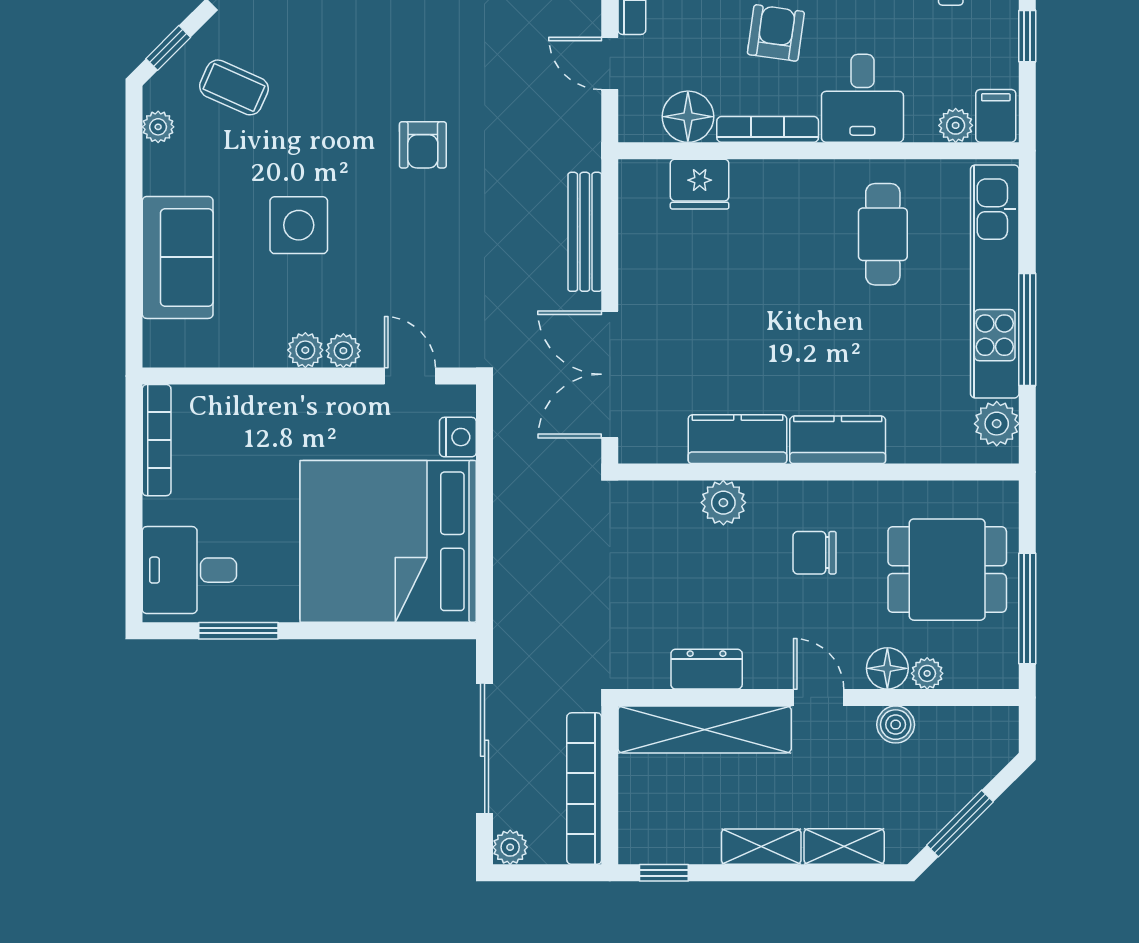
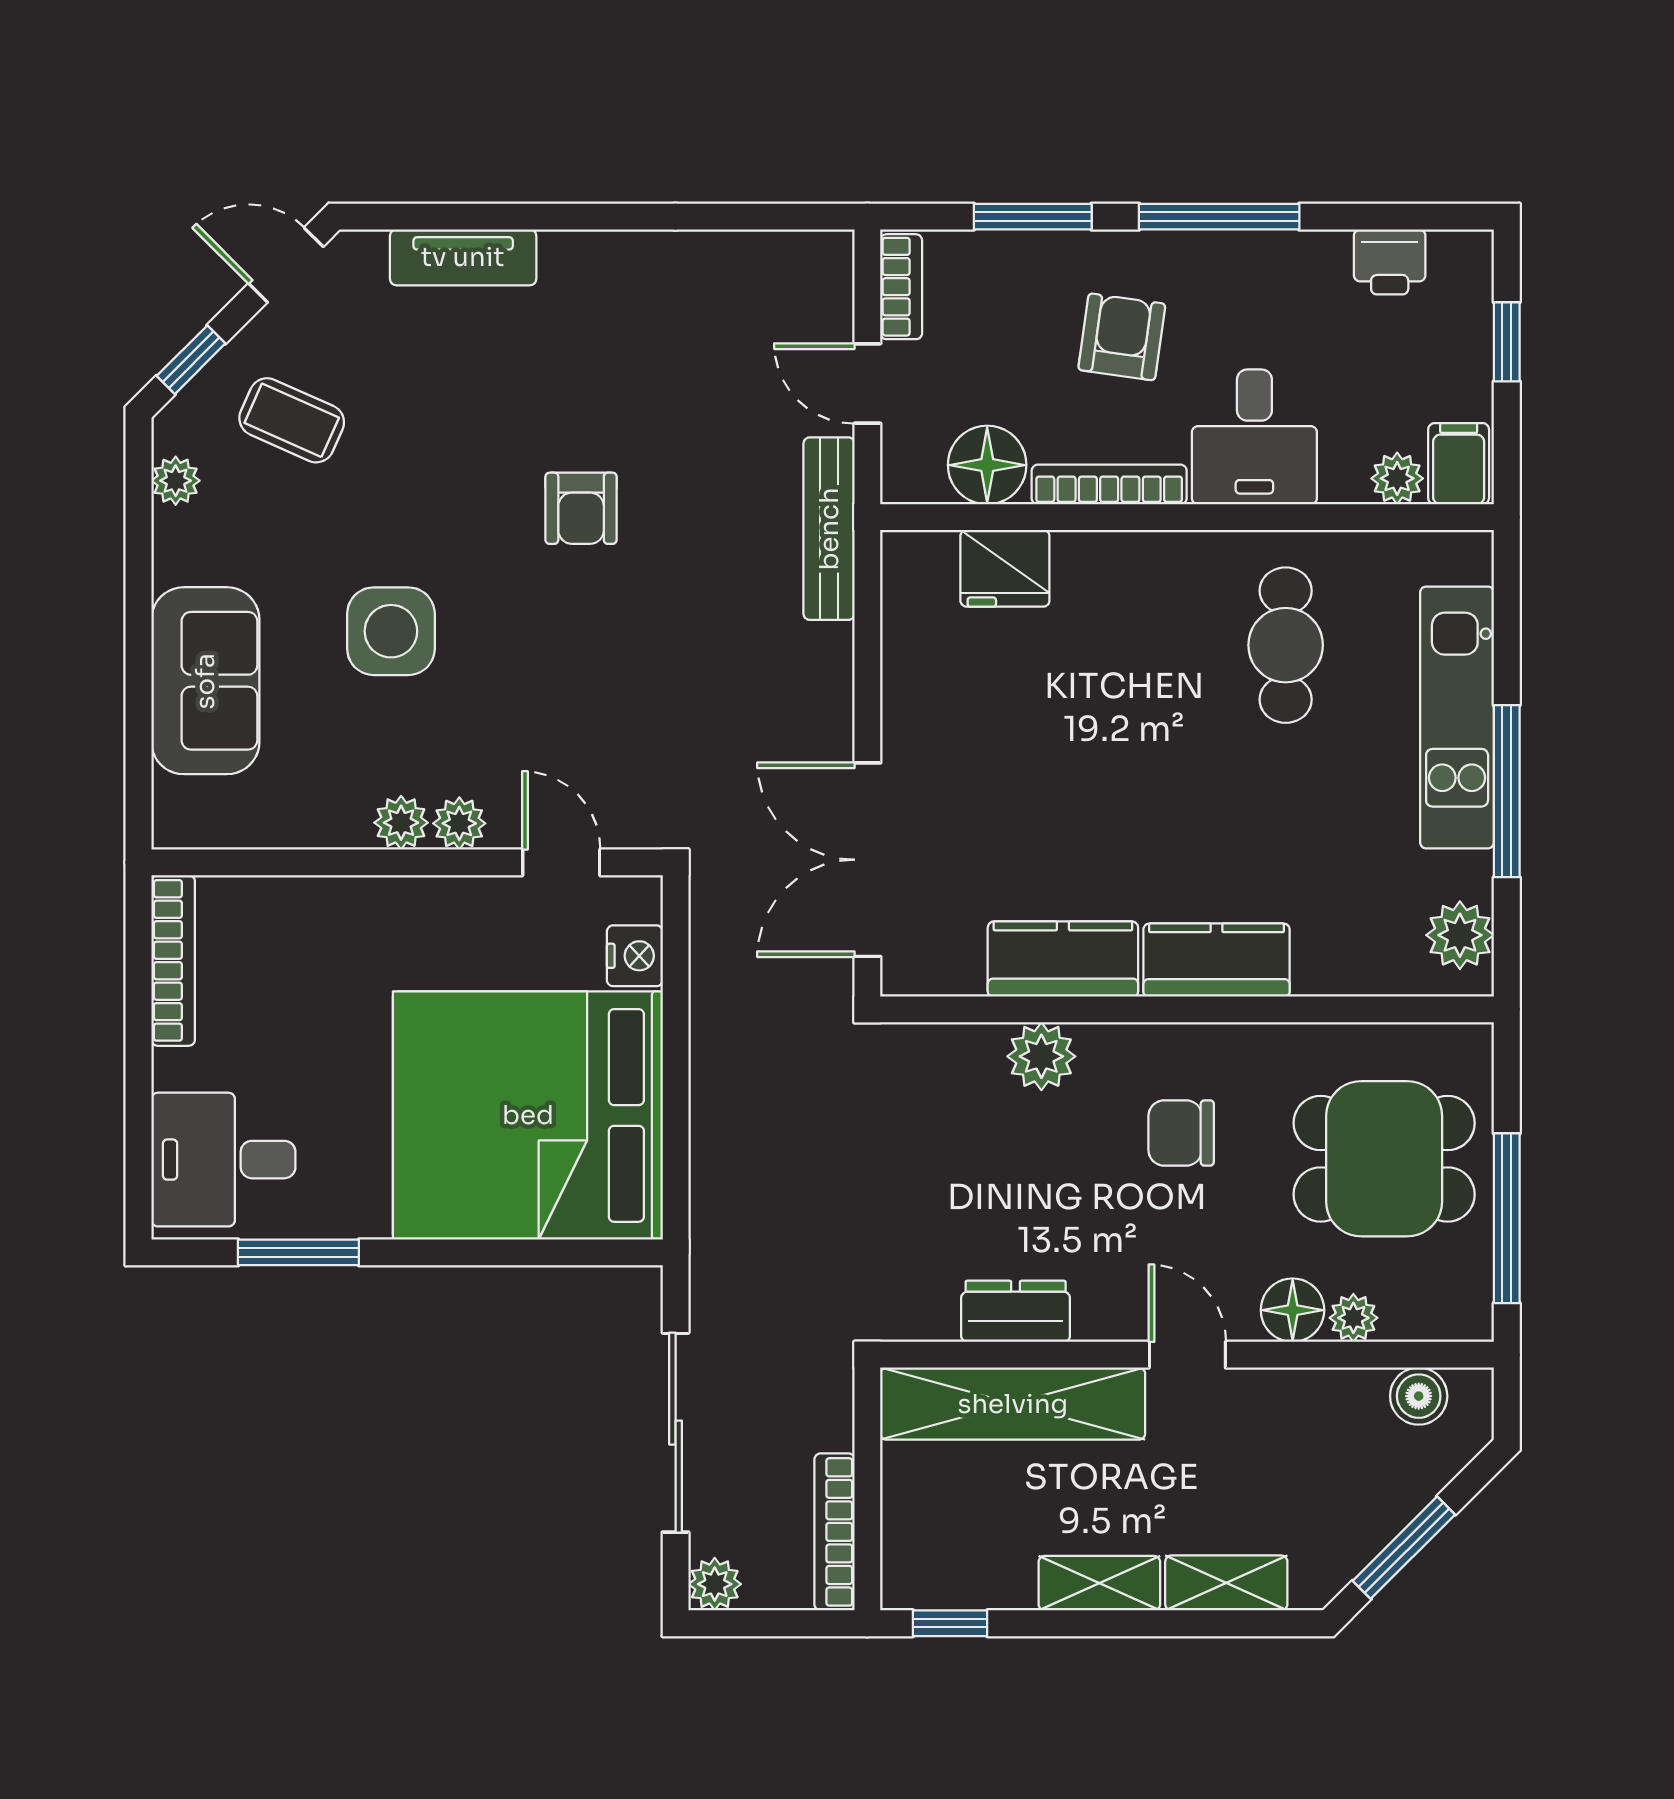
bench: (585, 232) -> (829, 529), moved
kitchen unit: (995, 281) -> (1457, 717), width x0.73
boiler: (896, 725) -> (1419, 1396), moved
bookcase: (584, 789) -> (834, 1532), width x0.68, depth x0.76

